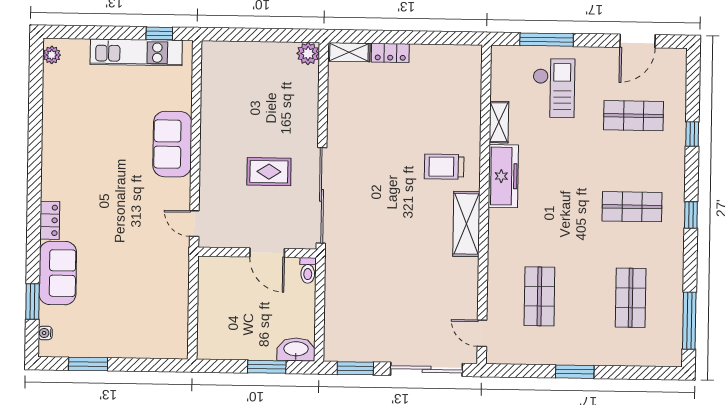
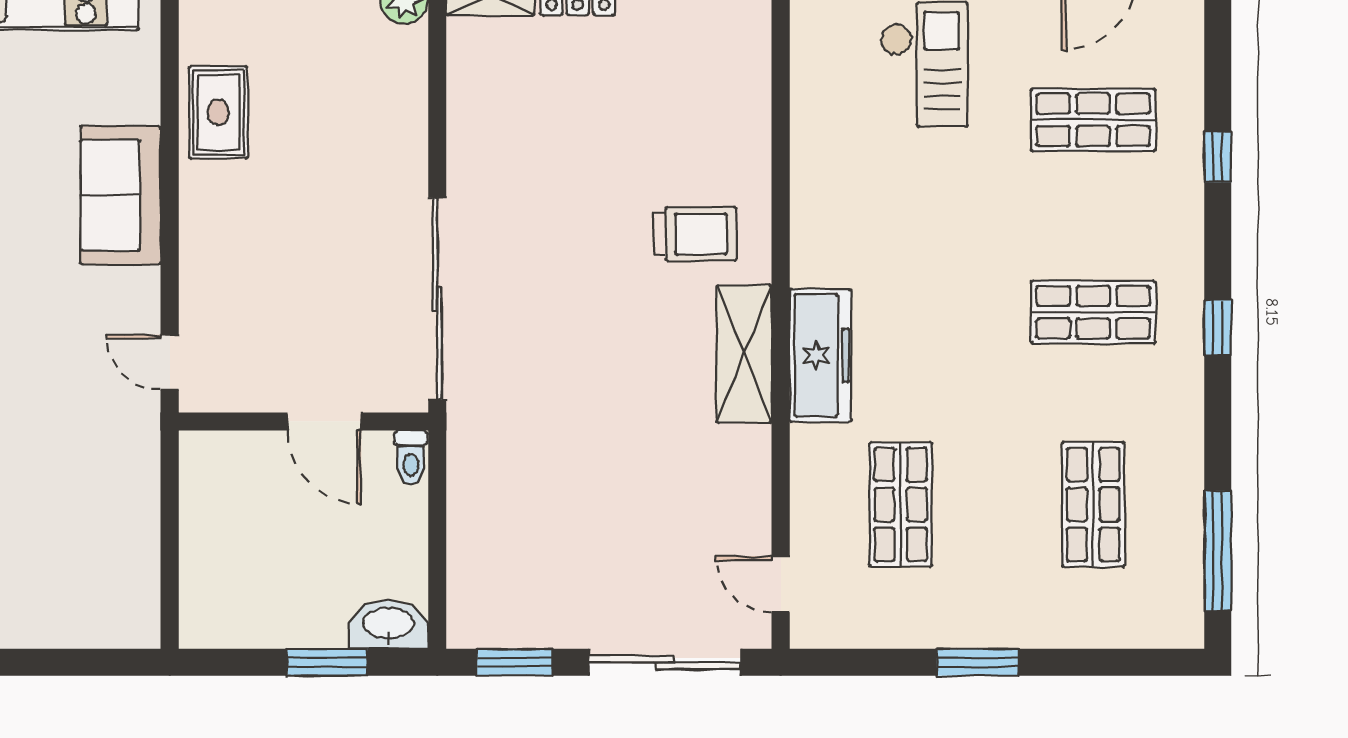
shelving: (499, 122) -> (809, 138), removed
trolley: (444, 167) -> (695, 234), turned 180
rug: (269, 172) -> (218, 112), moved, turned 90
freezer: (503, 176) -> (820, 355), moved

